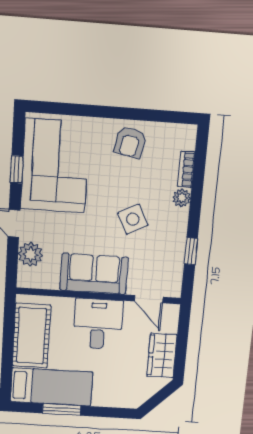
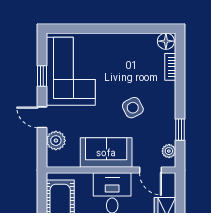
floor lamp: (184, 135) -> (166, 41), added
armchair: (130, 142) -> (126, 50), removed
plant: (182, 198) -> (169, 151), moved

